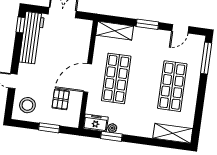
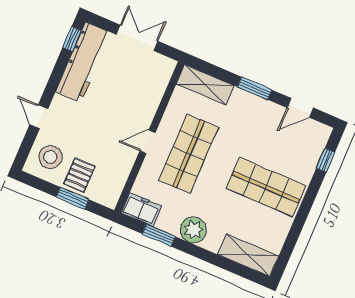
window: (206, 58) -> (326, 160), width x0.46
door: (88, 78) -> (147, 142), width x0.53
shop shelf: (172, 86) -> (266, 187), turned 90
pallet: (61, 99) -> (79, 175), moved
plant: (112, 128) -> (193, 230), moved, width x1.88, depth x1.88

